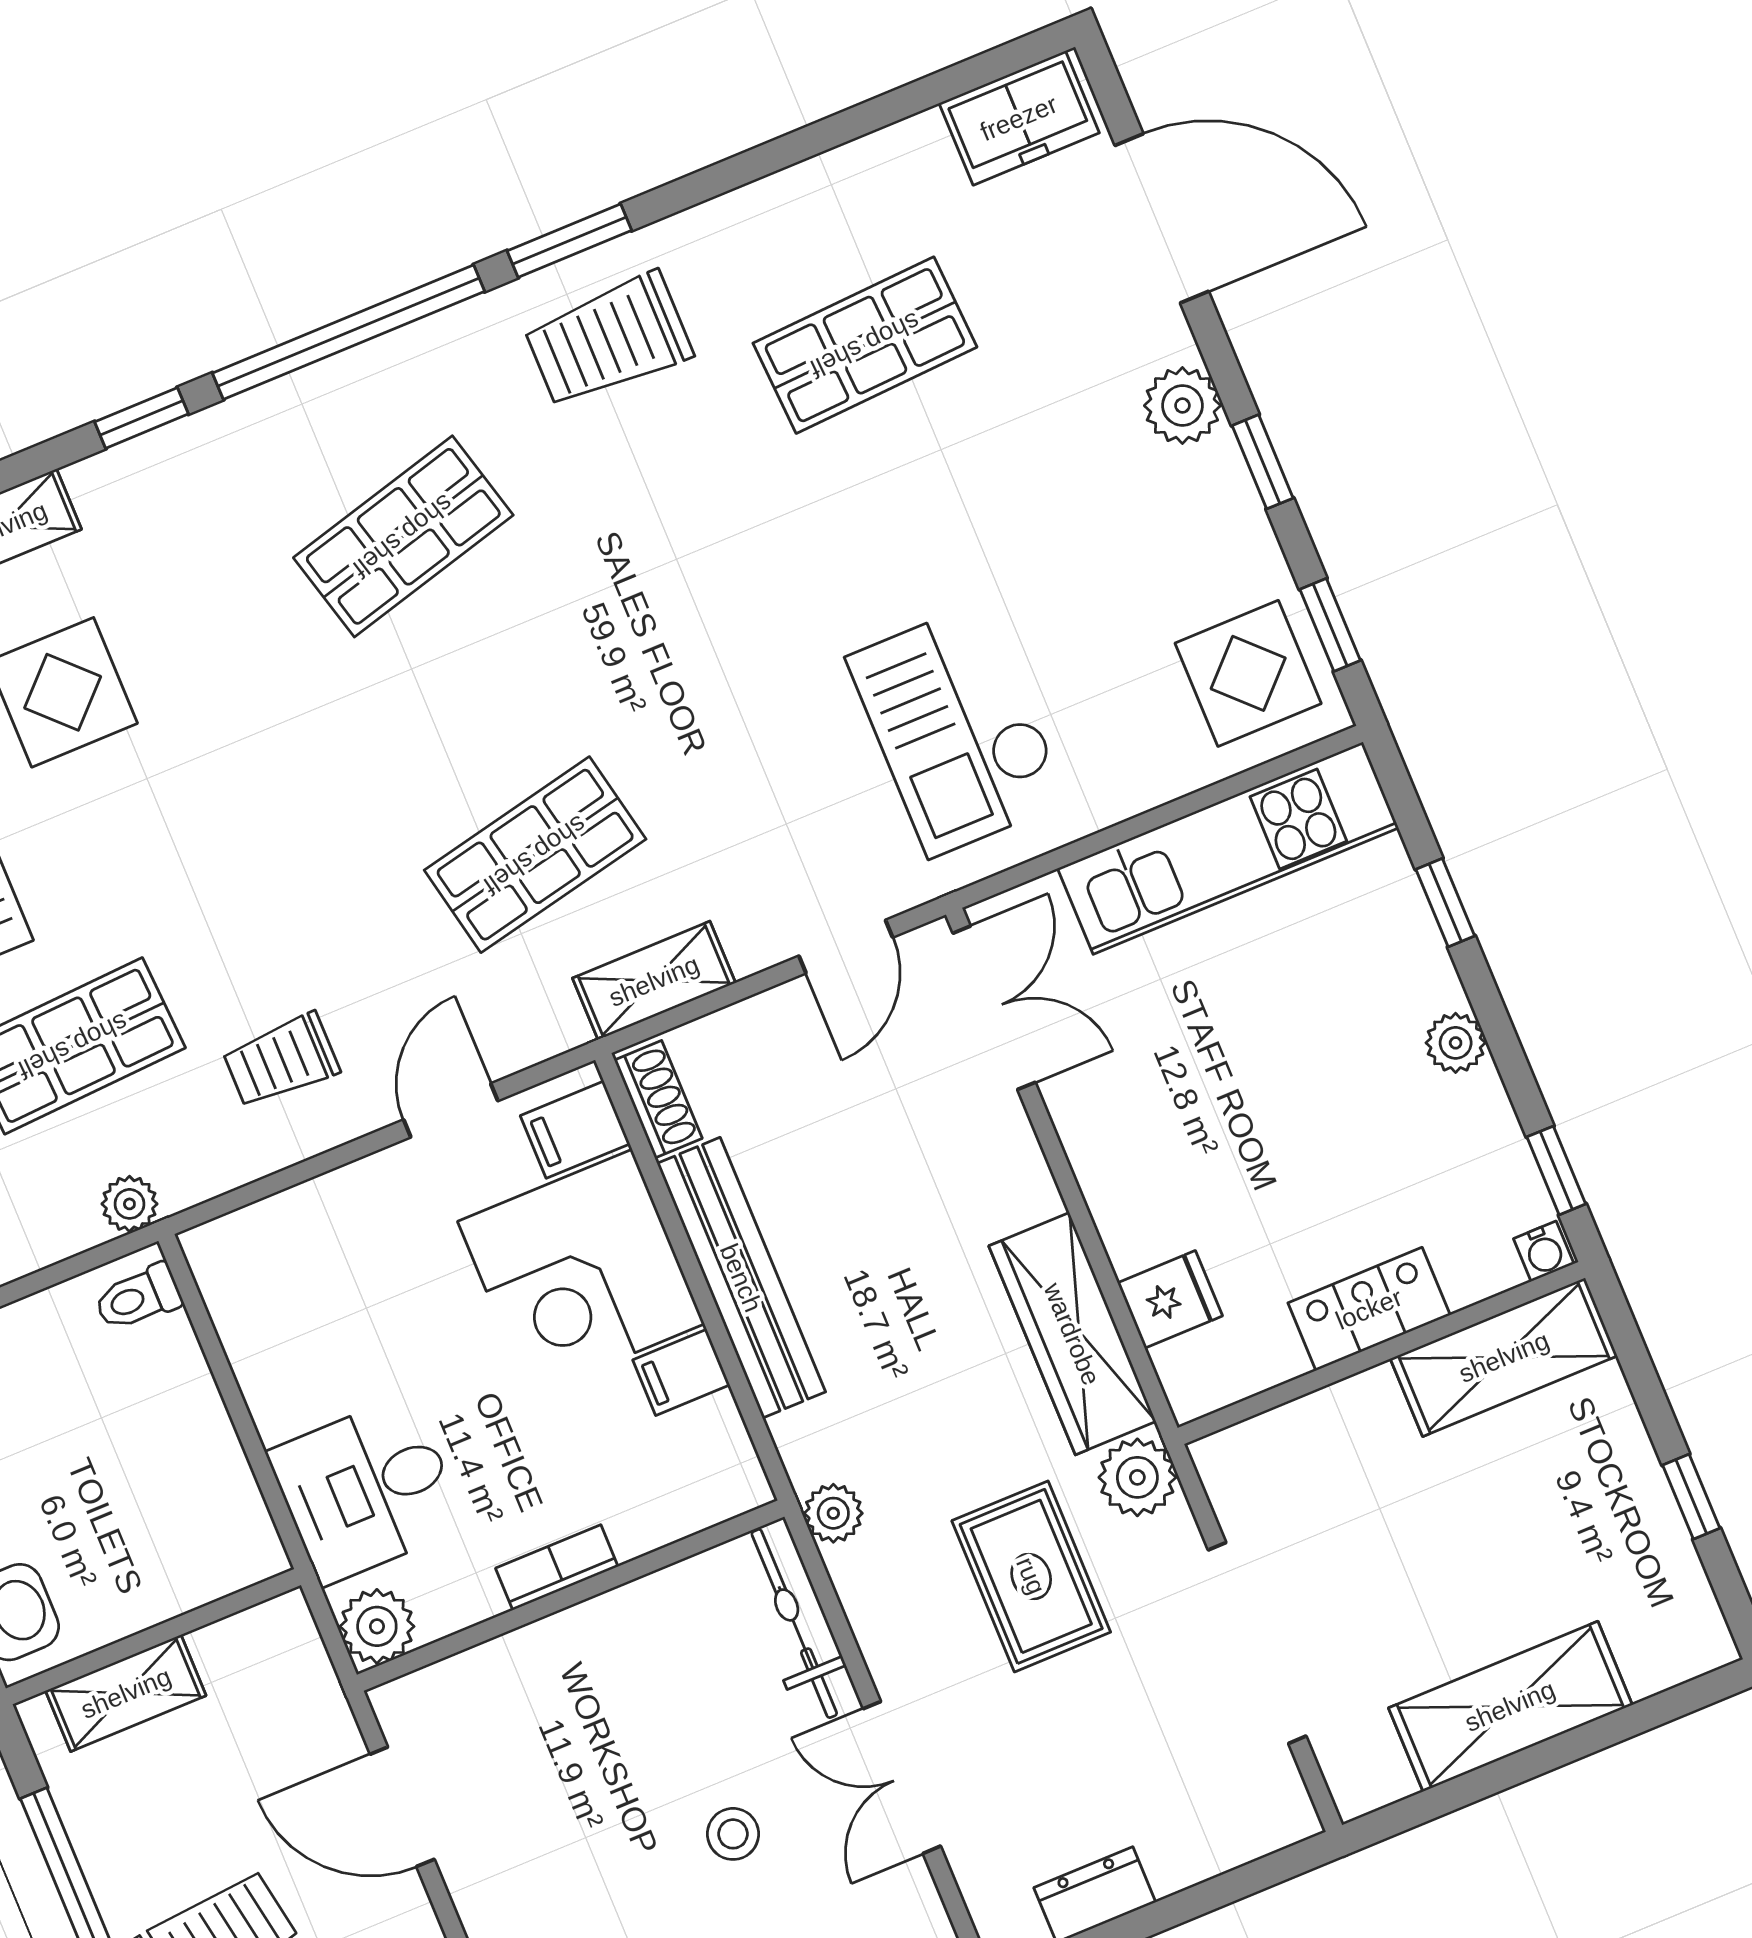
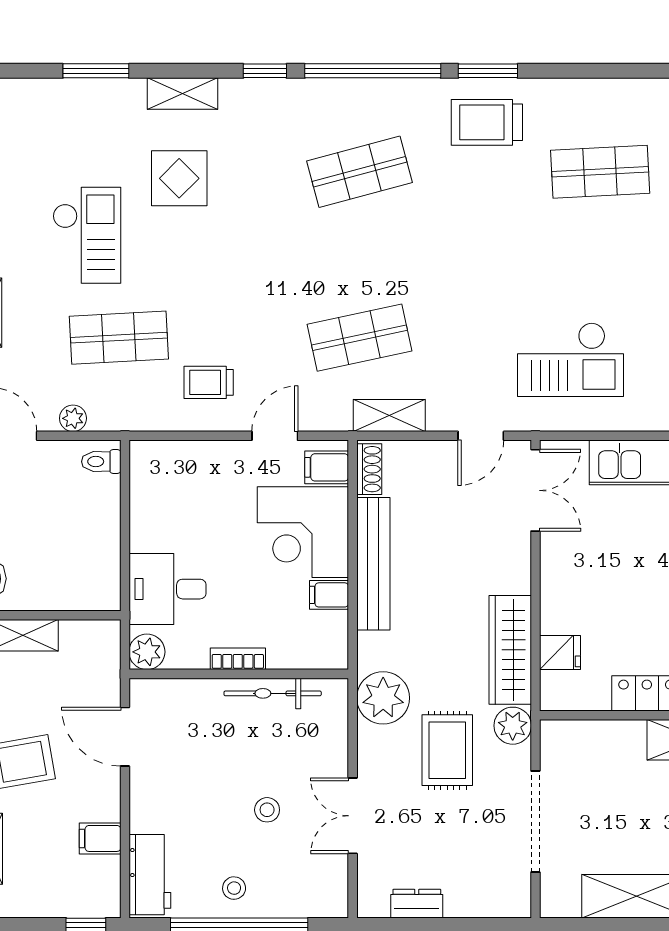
checkout: (957, 729) -> (571, 360), turned -90
plant: (129, 1204) -> (73, 418), moved
plant: (833, 1513) -> (383, 698), width x1.87, depth x1.87
bicycle: (794, 1624) -> (273, 693), moved, turned -90

